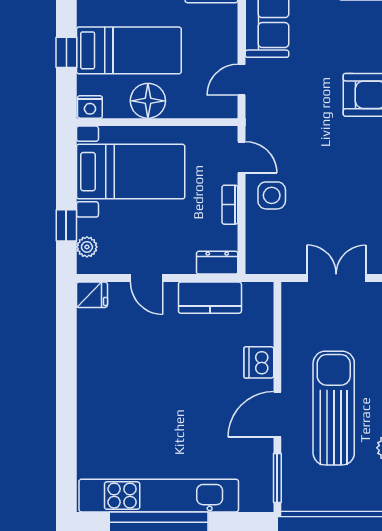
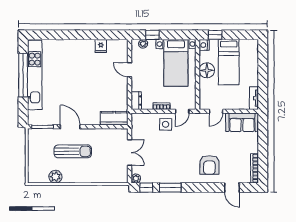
window: (66, 52) -> (215, 35), moved
door: (242, 80) -> (216, 111), swing flipped
door: (146, 278) -> (130, 70), hinge flipped
fridge: (92, 295) -> (101, 46), moved
kitchen counter: (210, 298) -> (114, 118), moved, turned 90
dishwasher: (259, 362) -> (93, 119), removed
sun lounger: (334, 408) -> (73, 151), width x0.73, depth x0.75

